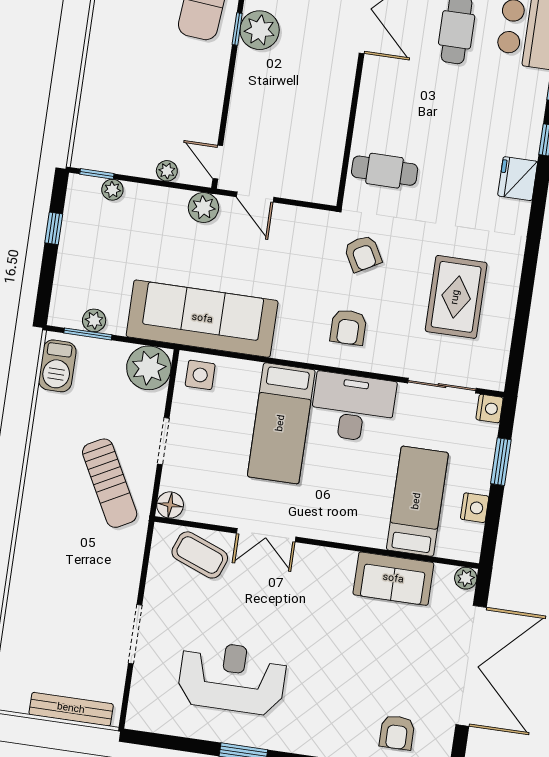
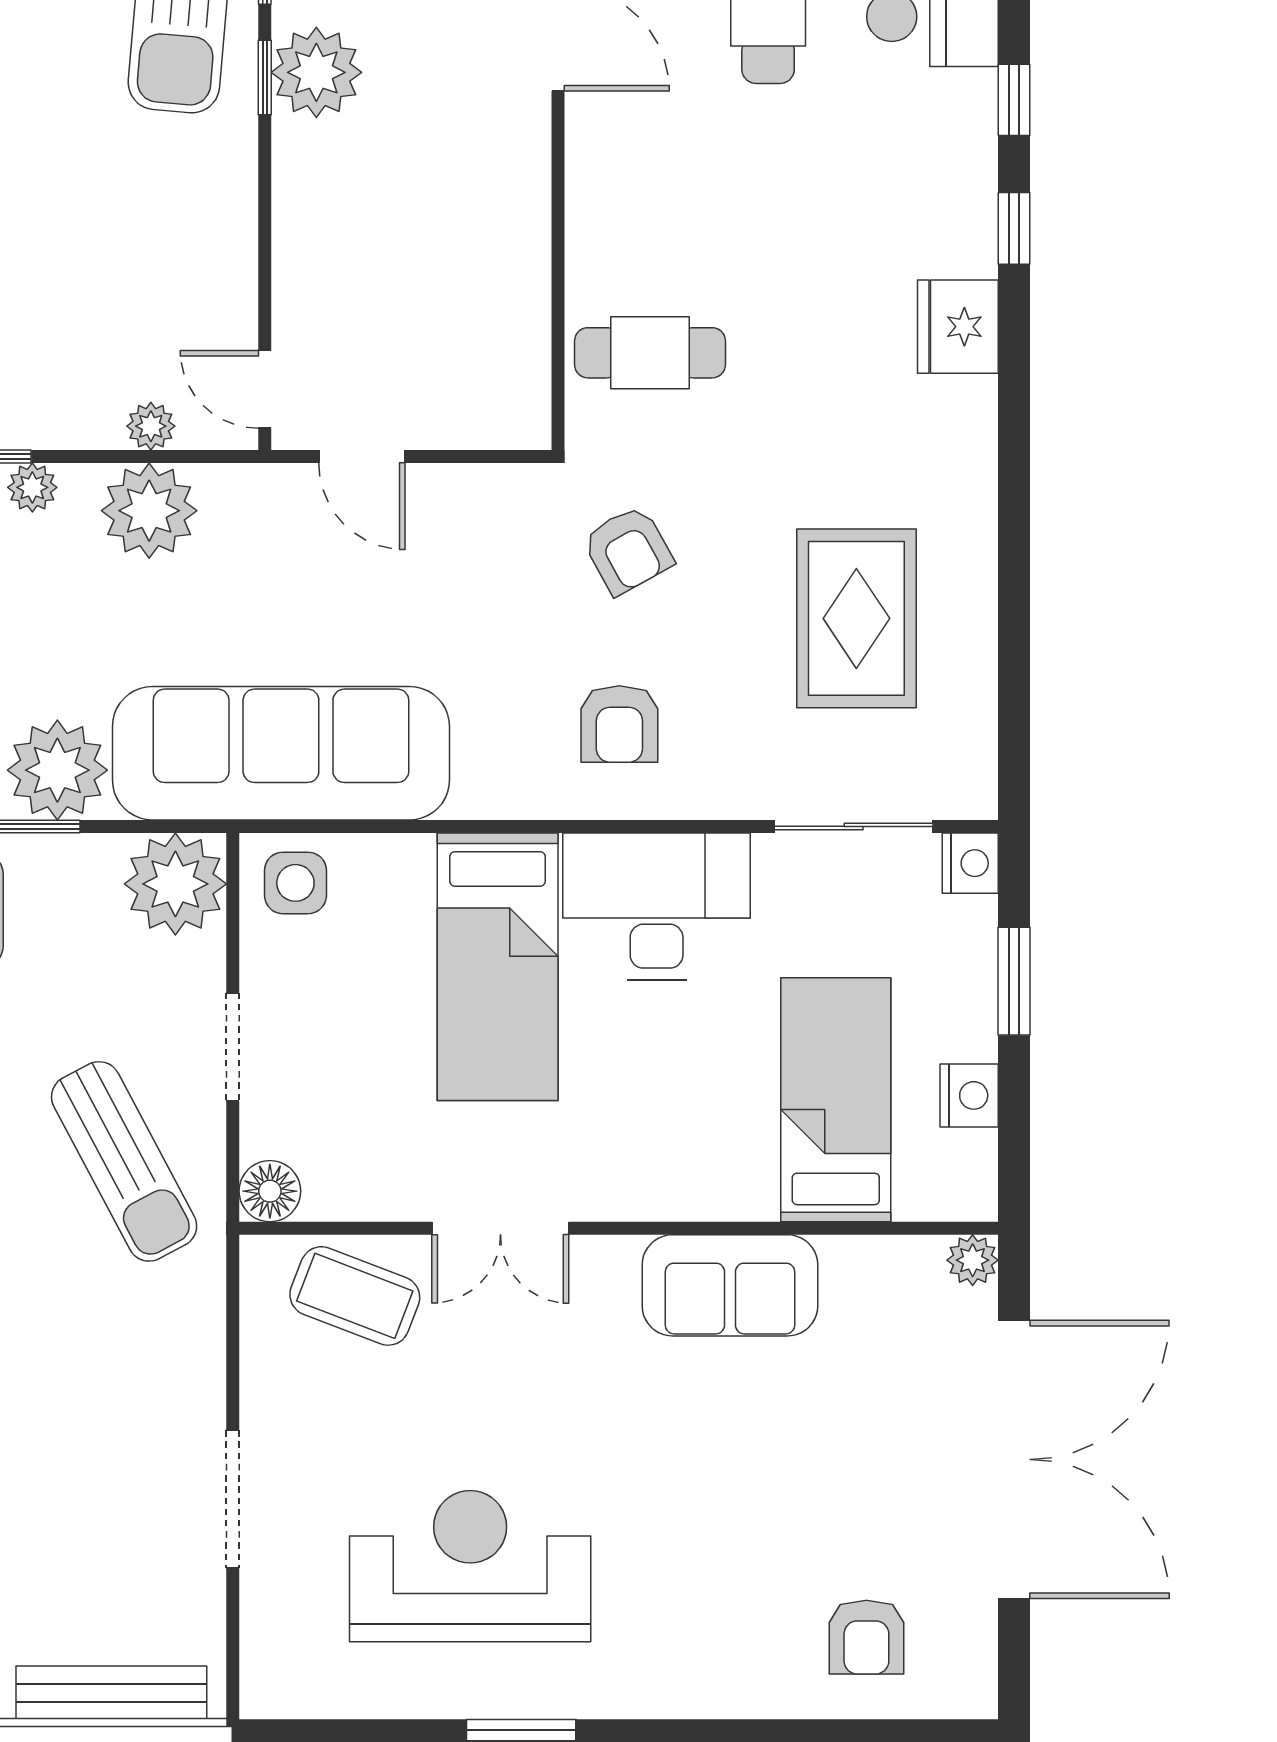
plant: (203, 208) -> (149, 511), moved, width x1.36, depth x1.36
plant: (94, 320) -> (57, 770), width x1.87, depth x1.87
sofa: (393, 579) -> (730, 1285), moved

